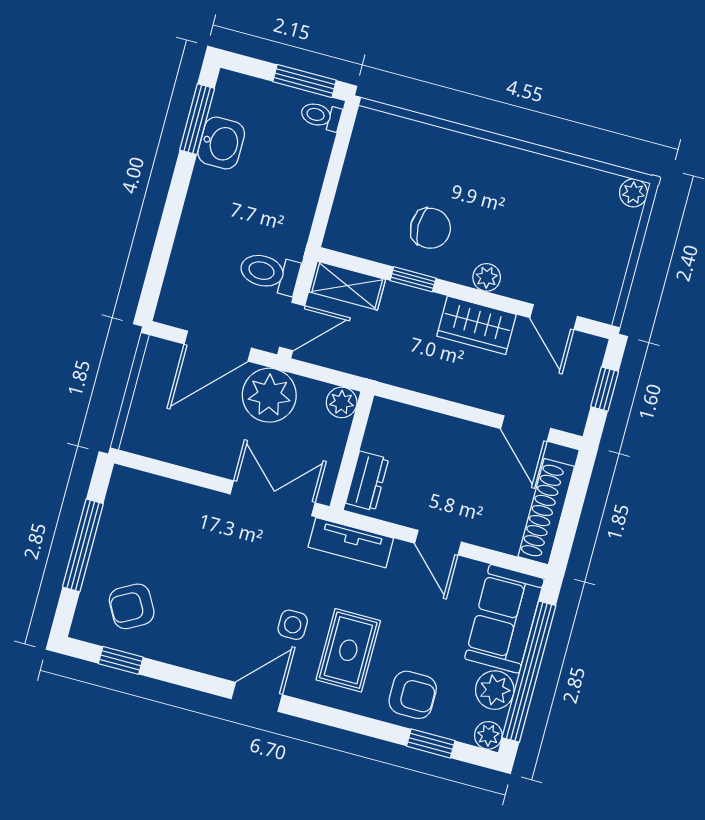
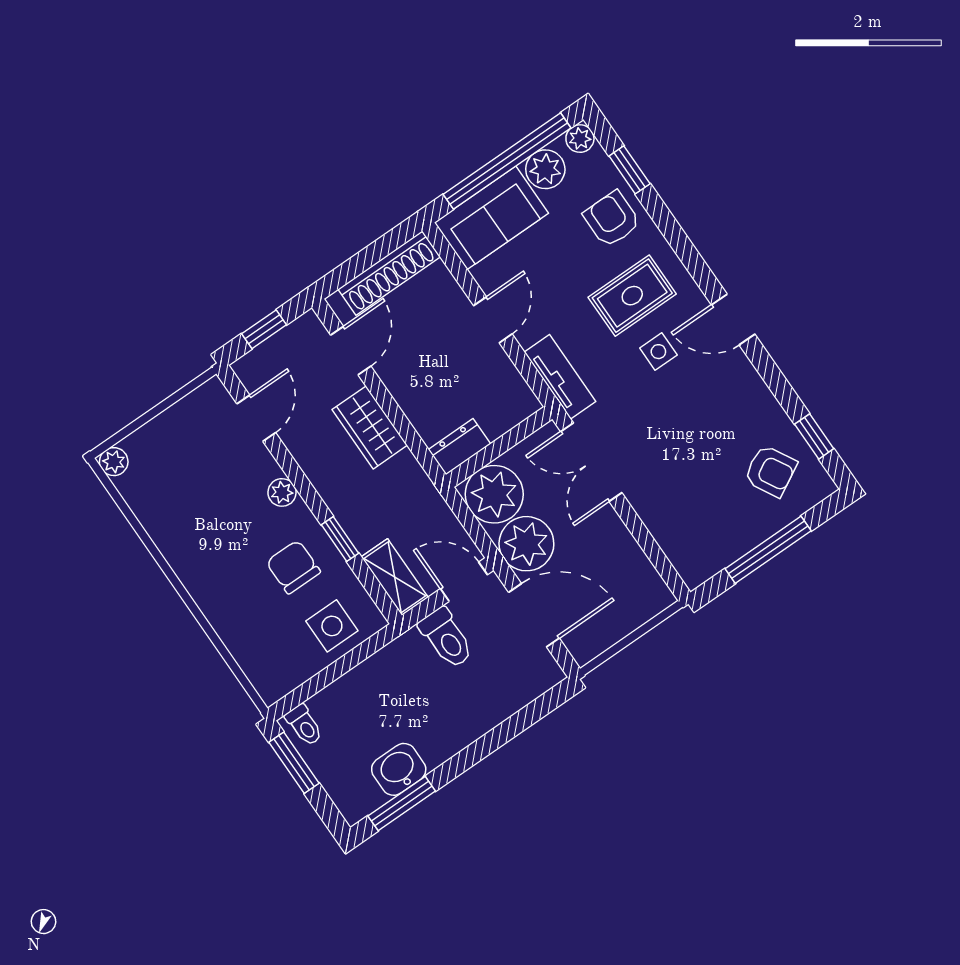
side table: (363, 209) -> (332, 626), added
wardrobe: (476, 325) -> (370, 427), moved, turned 180
plant: (342, 402) -> (494, 494), width x1.88, depth x1.88
dresser: (367, 481) -> (459, 447), moved

